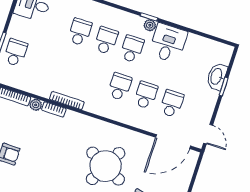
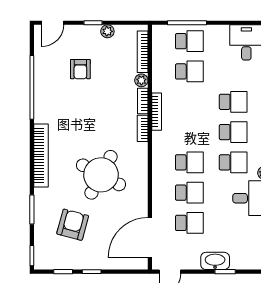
school desk: (42, 61) -> (189, 71), added
washbasin: (217, 76) -> (215, 261), moved
bookcase: (77, 117) -> (143, 128), added
door: (173, 142) -> (150, 237), hinge flipped

